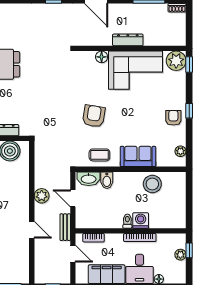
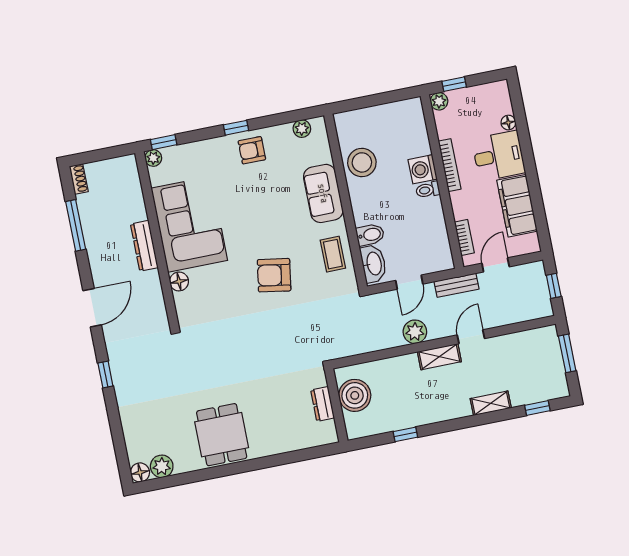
plant: (176, 61) -> (153, 158), width x0.53, depth x0.53
shelving: (23, 208) -> (439, 357), added
plant: (180, 255) -> (439, 101), moved

